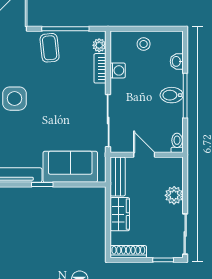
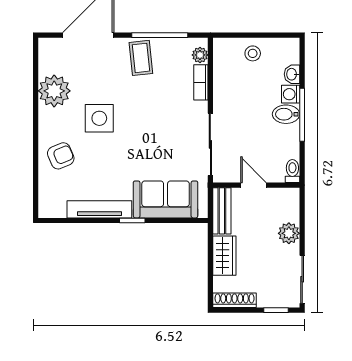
washing machine: (118, 70) -> (291, 94), moved, turned 180

